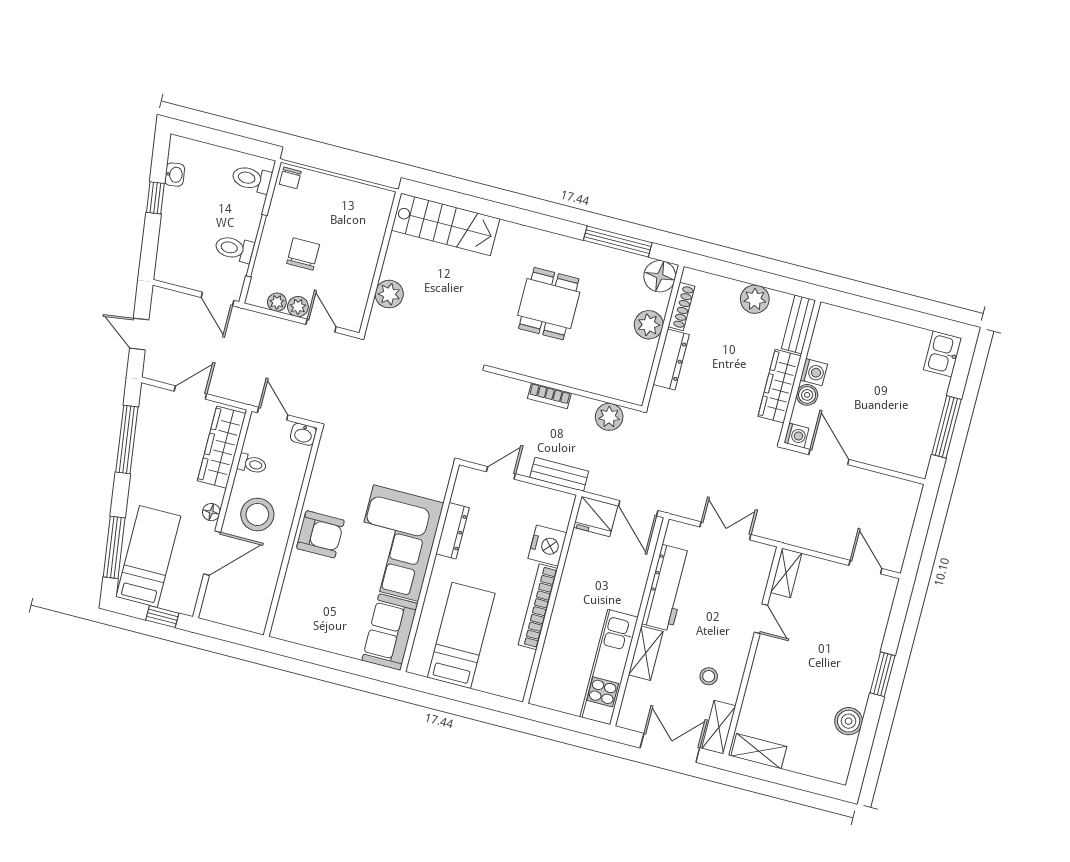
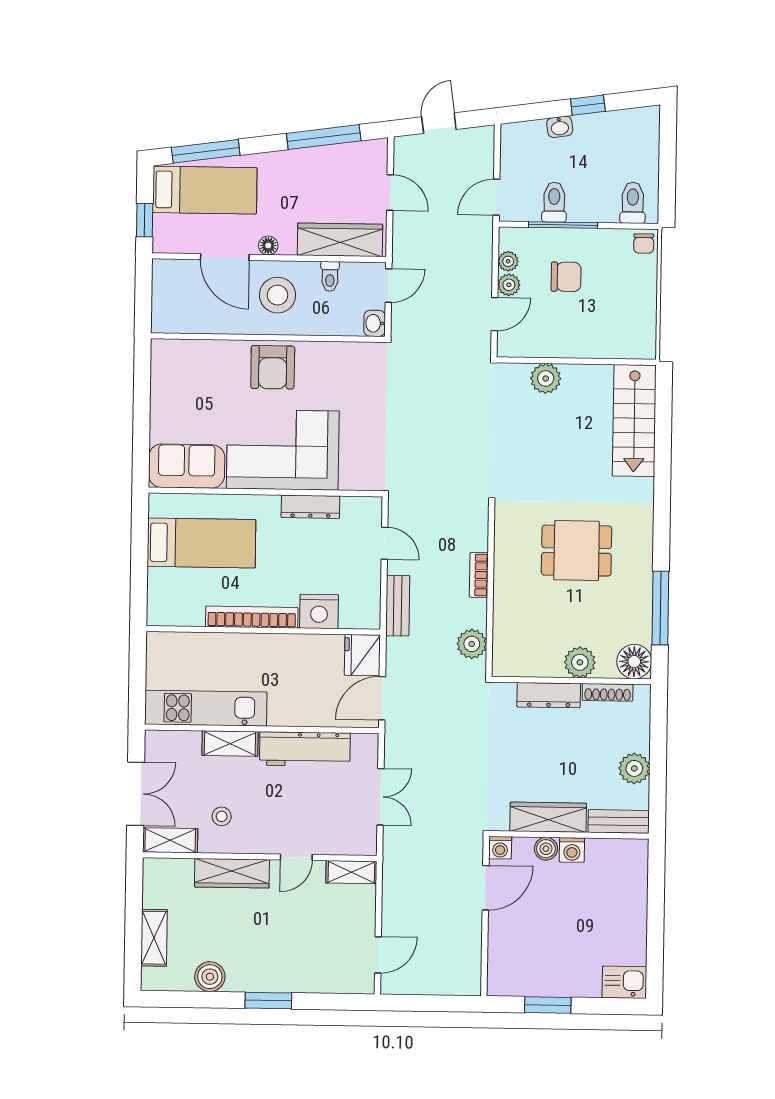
washbasin: (175, 175) -> (560, 127), moved
chair: (290, 178) -> (644, 243), turned -90
window: (946, 427) -> (548, 1005), width x0.69
wardrobe: (761, 679) -> (232, 873), added
shelving: (759, 751) -> (154, 938), moved

